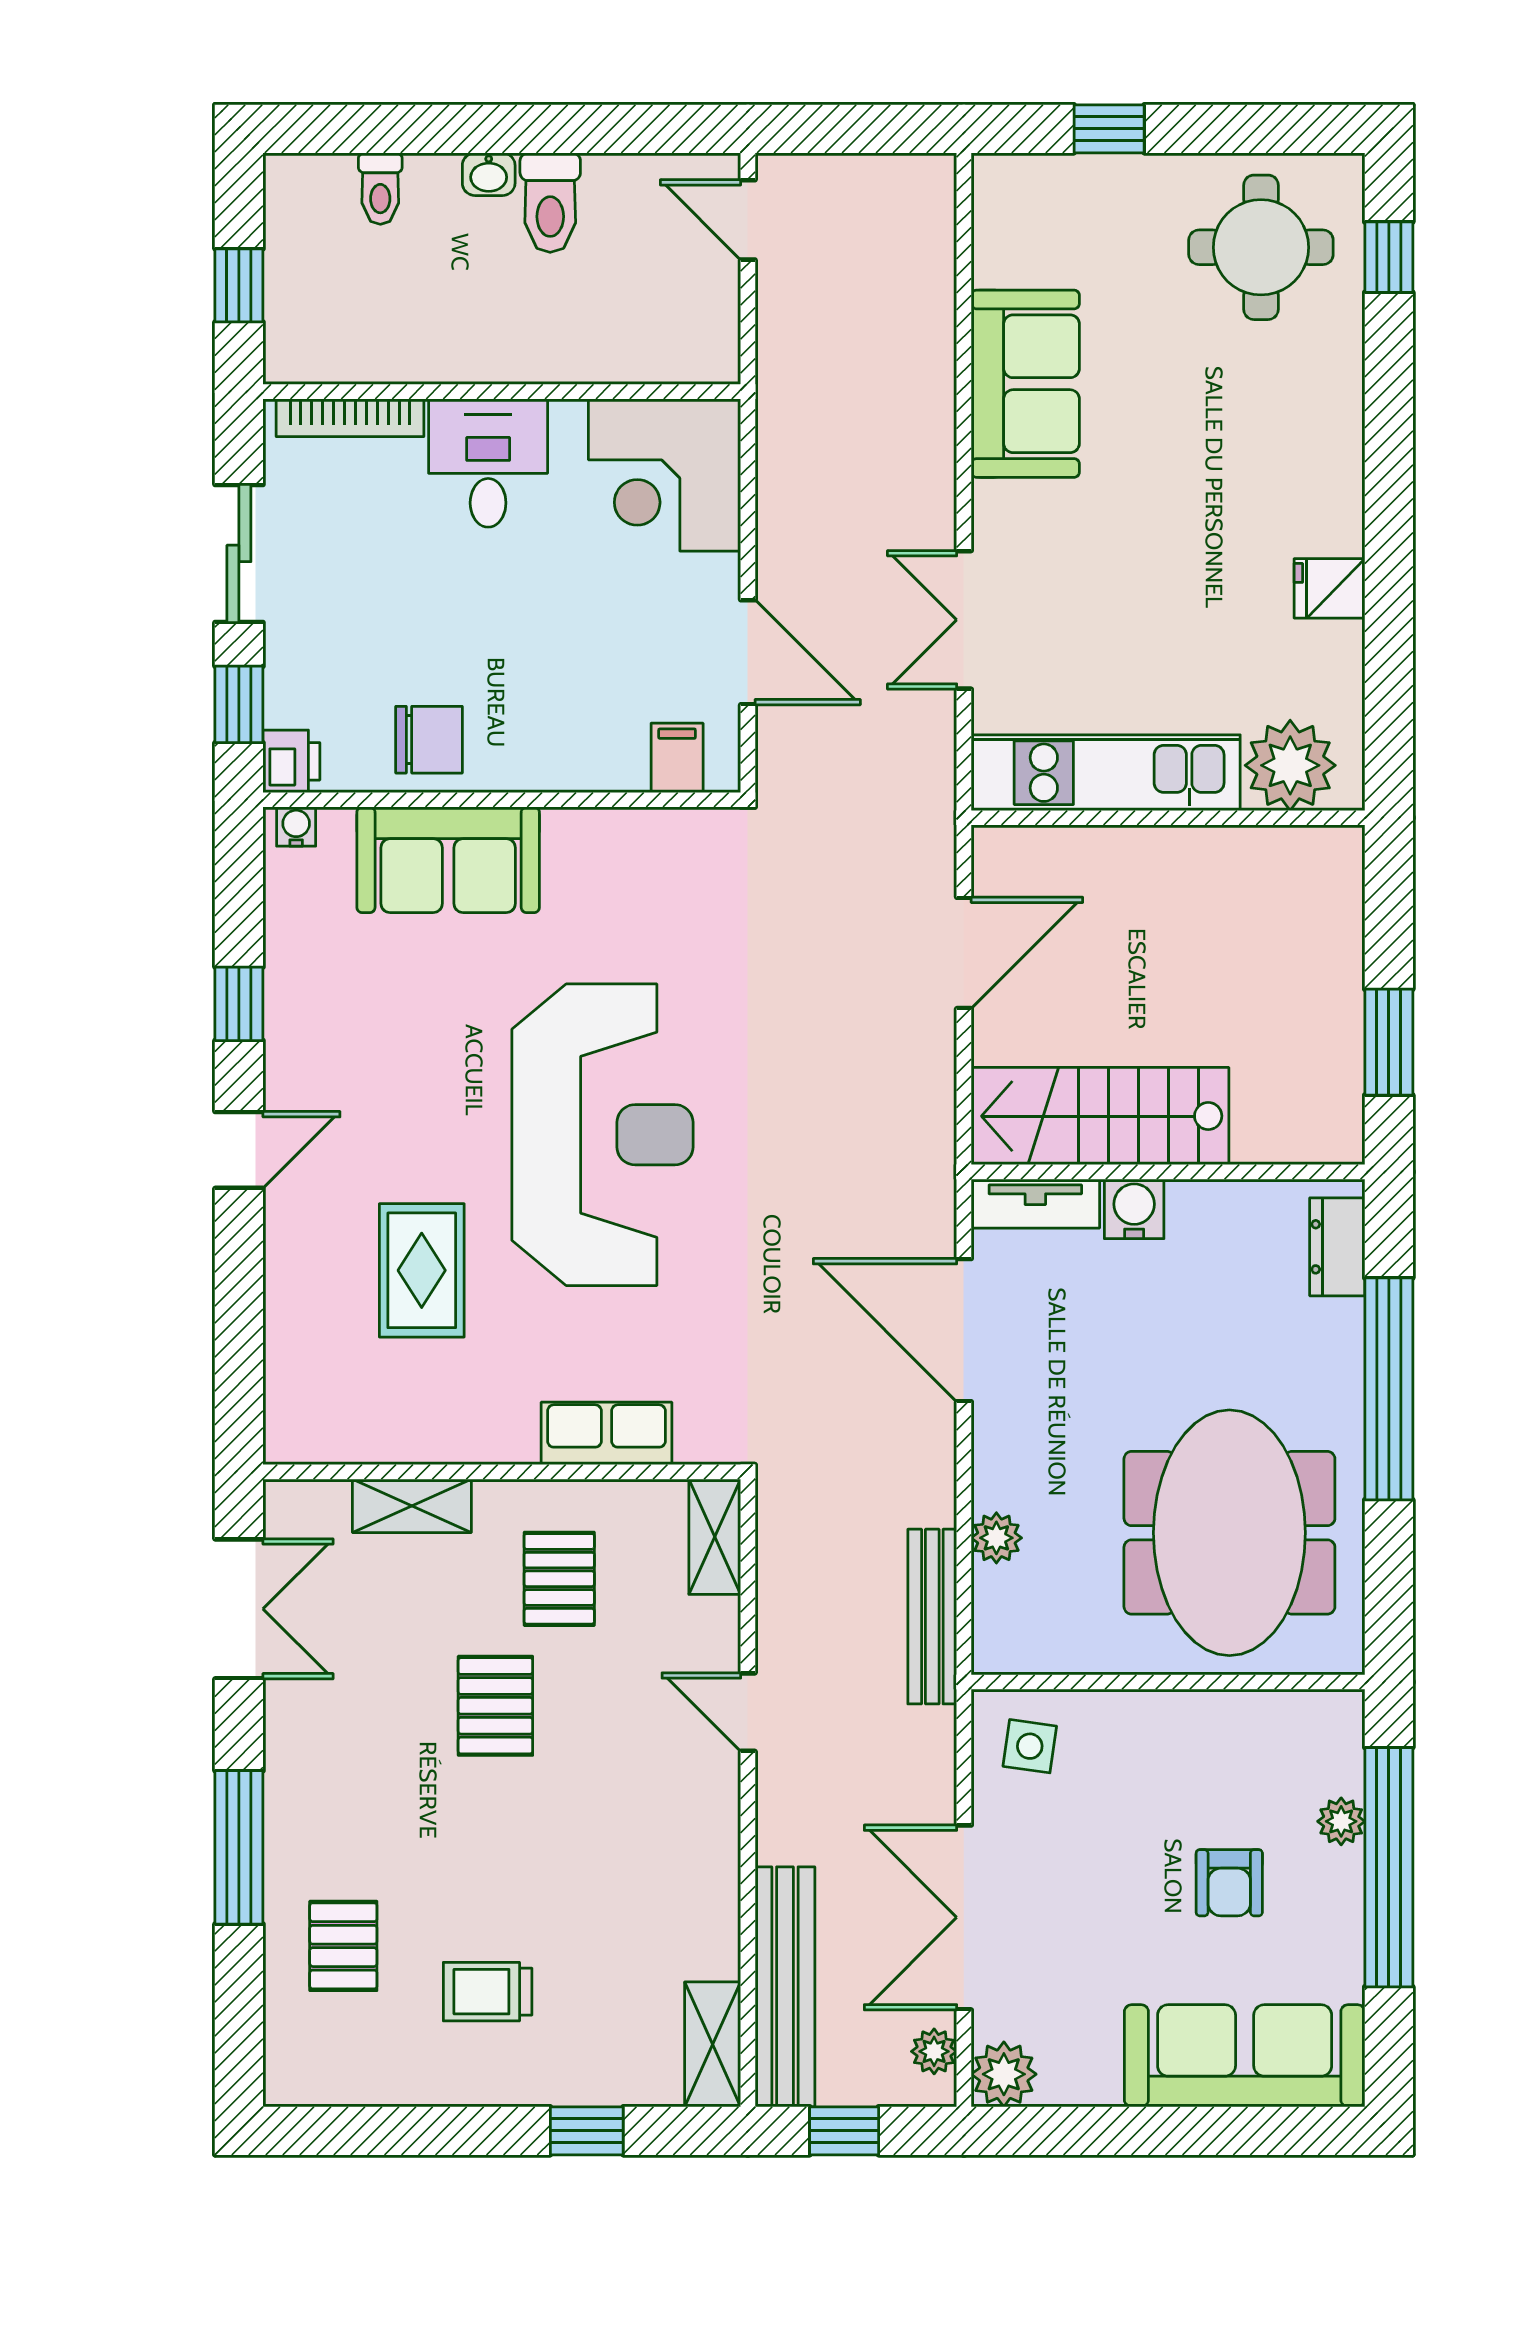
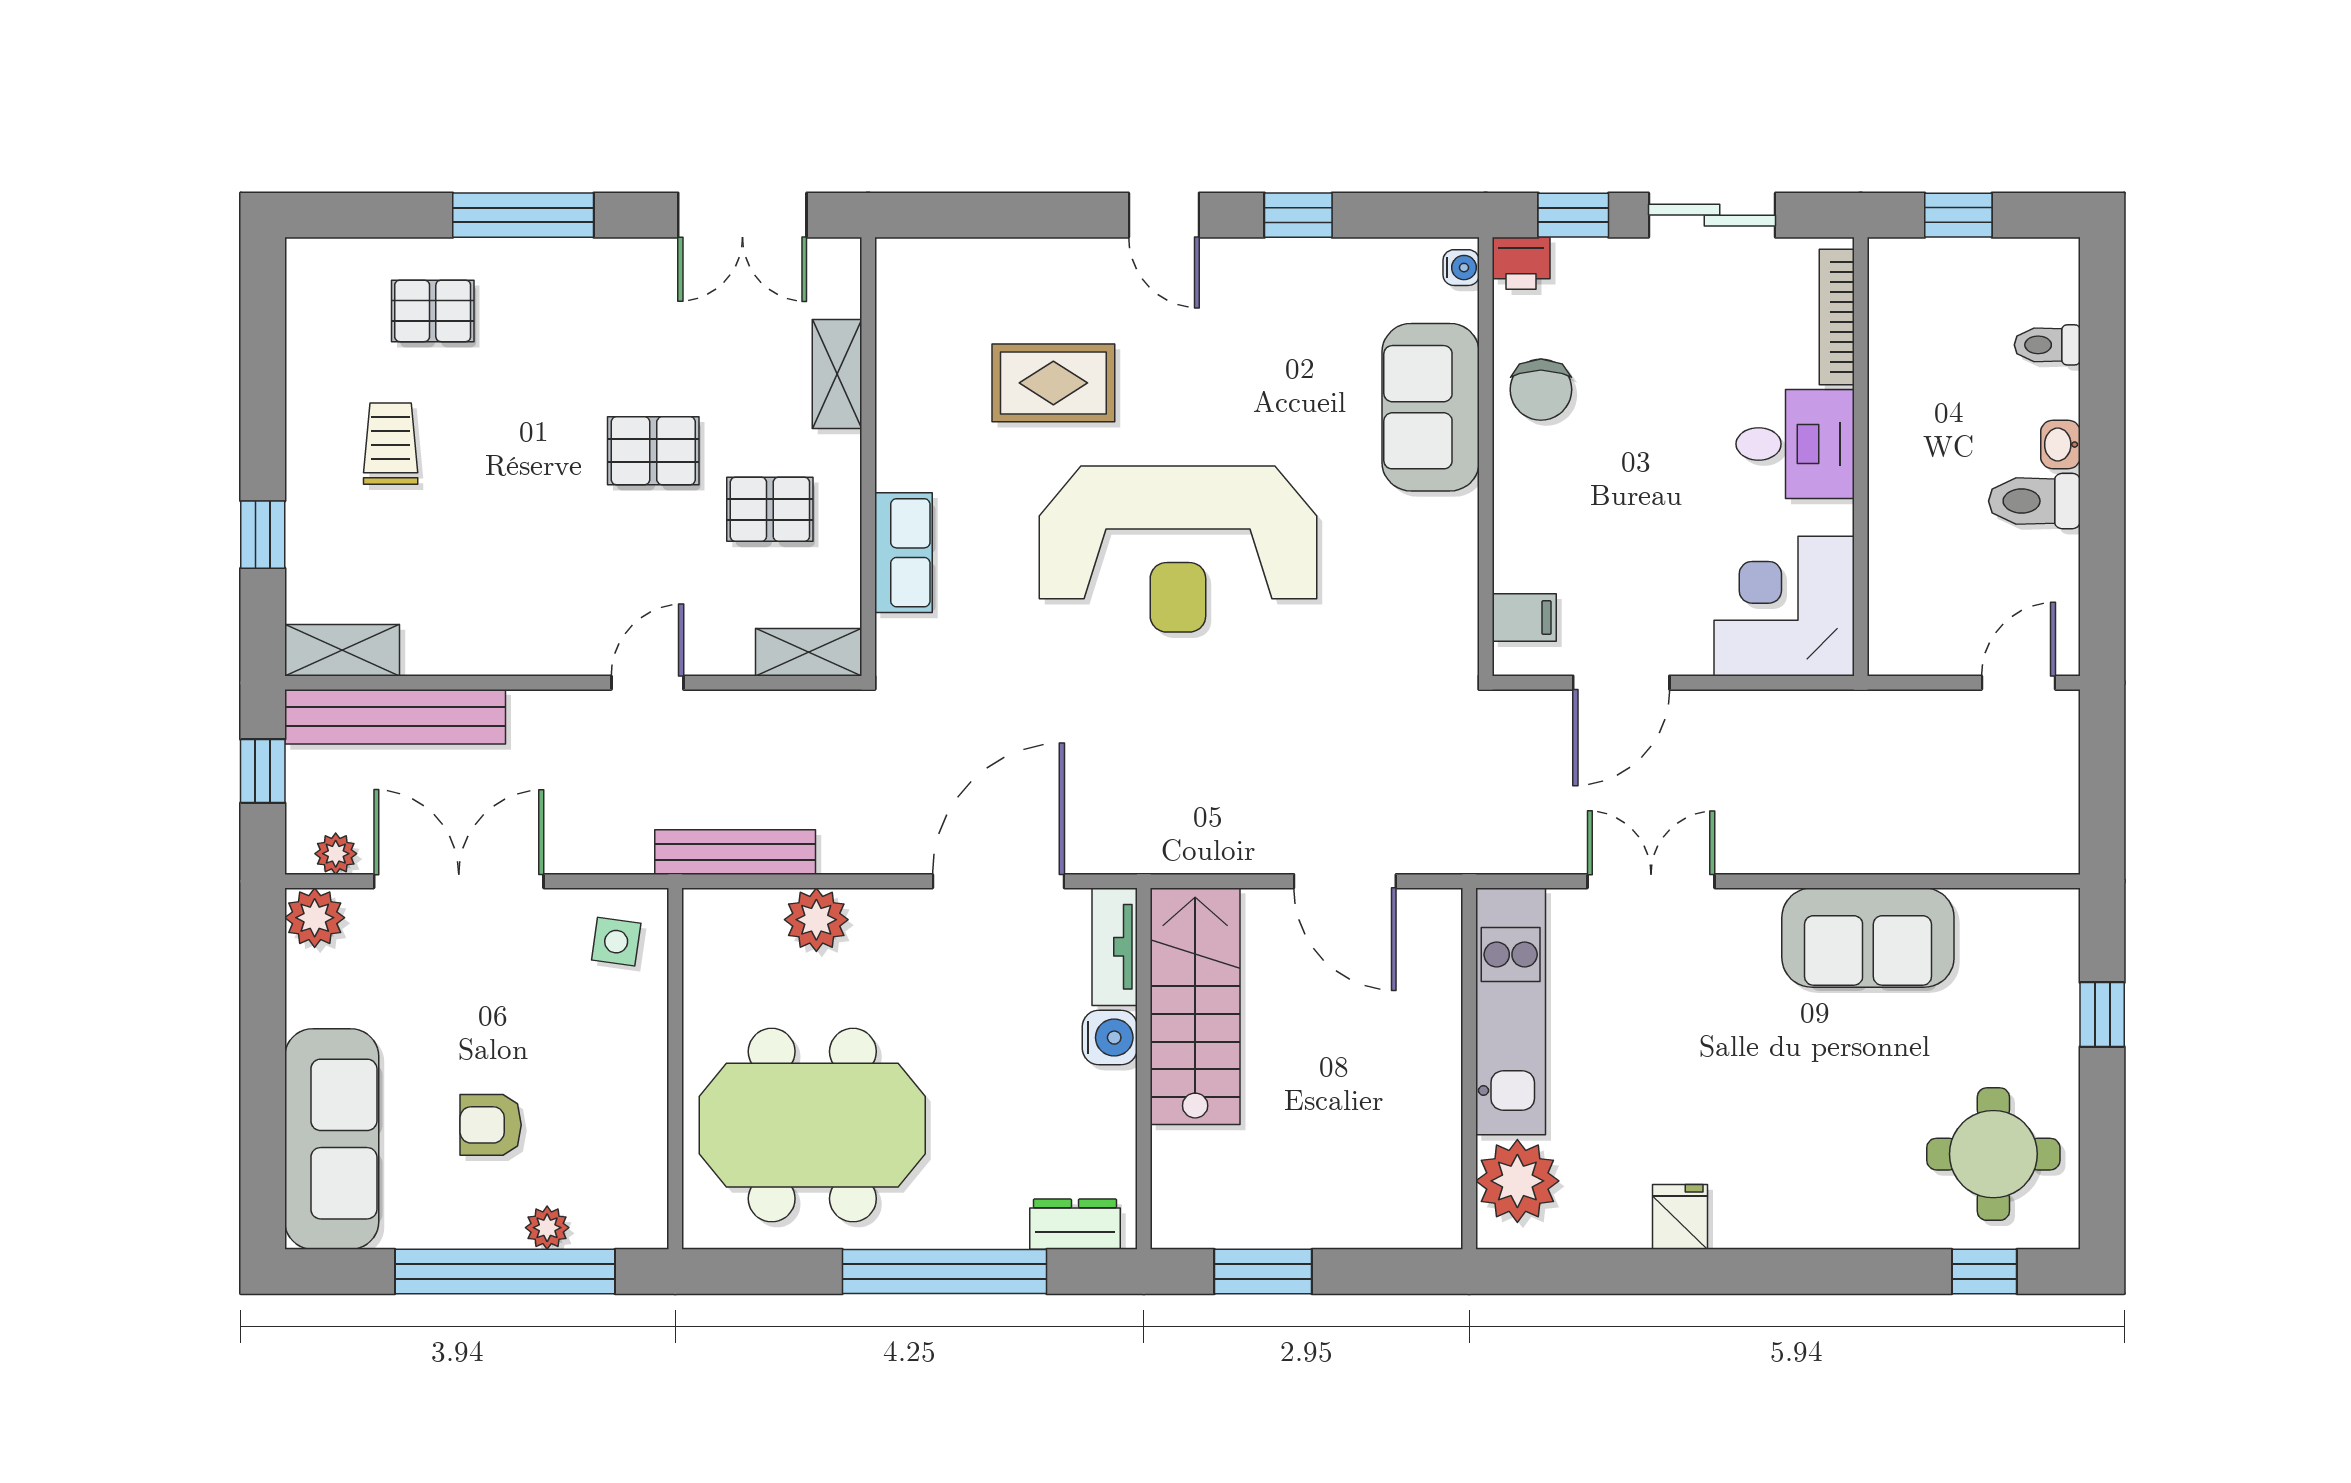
plant: (996, 1538) -> (816, 920), width x1.38, depth x1.38

